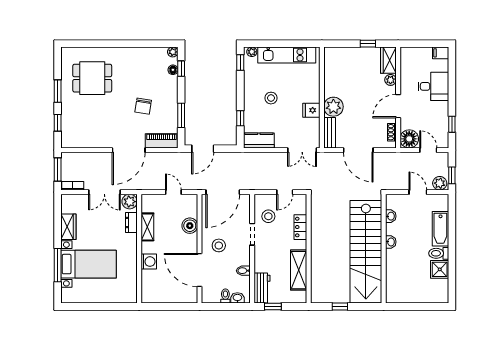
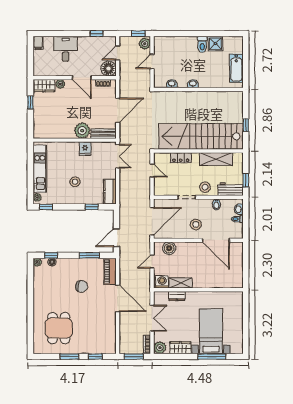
door: (203, 149) -> (117, 238), swing flipped
door: (223, 192) -> (152, 221), hinge flipped
plant: (130, 202) -> (160, 348), moved
stool: (268, 216) -> (205, 187), moved
boiler: (190, 226) -> (169, 248), moved
bathtub: (440, 229) -> (236, 68), moved, turned 90
stairs: (366, 252) -> (201, 136), moved, turned 180
washing machine: (149, 262) -> (162, 282), moved
door: (200, 270) -> (216, 240), hinge flipped

